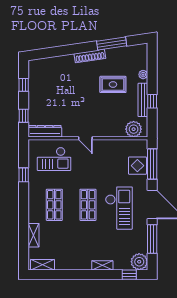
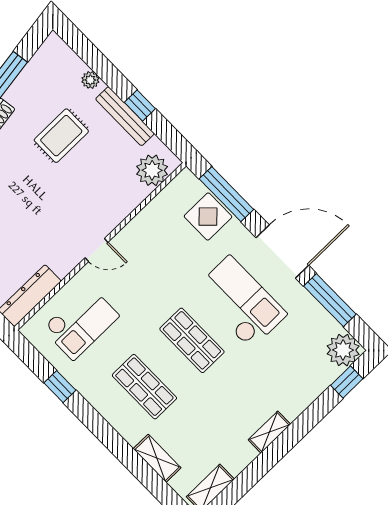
shelving: (102, 265) -> (269, 432), moved

